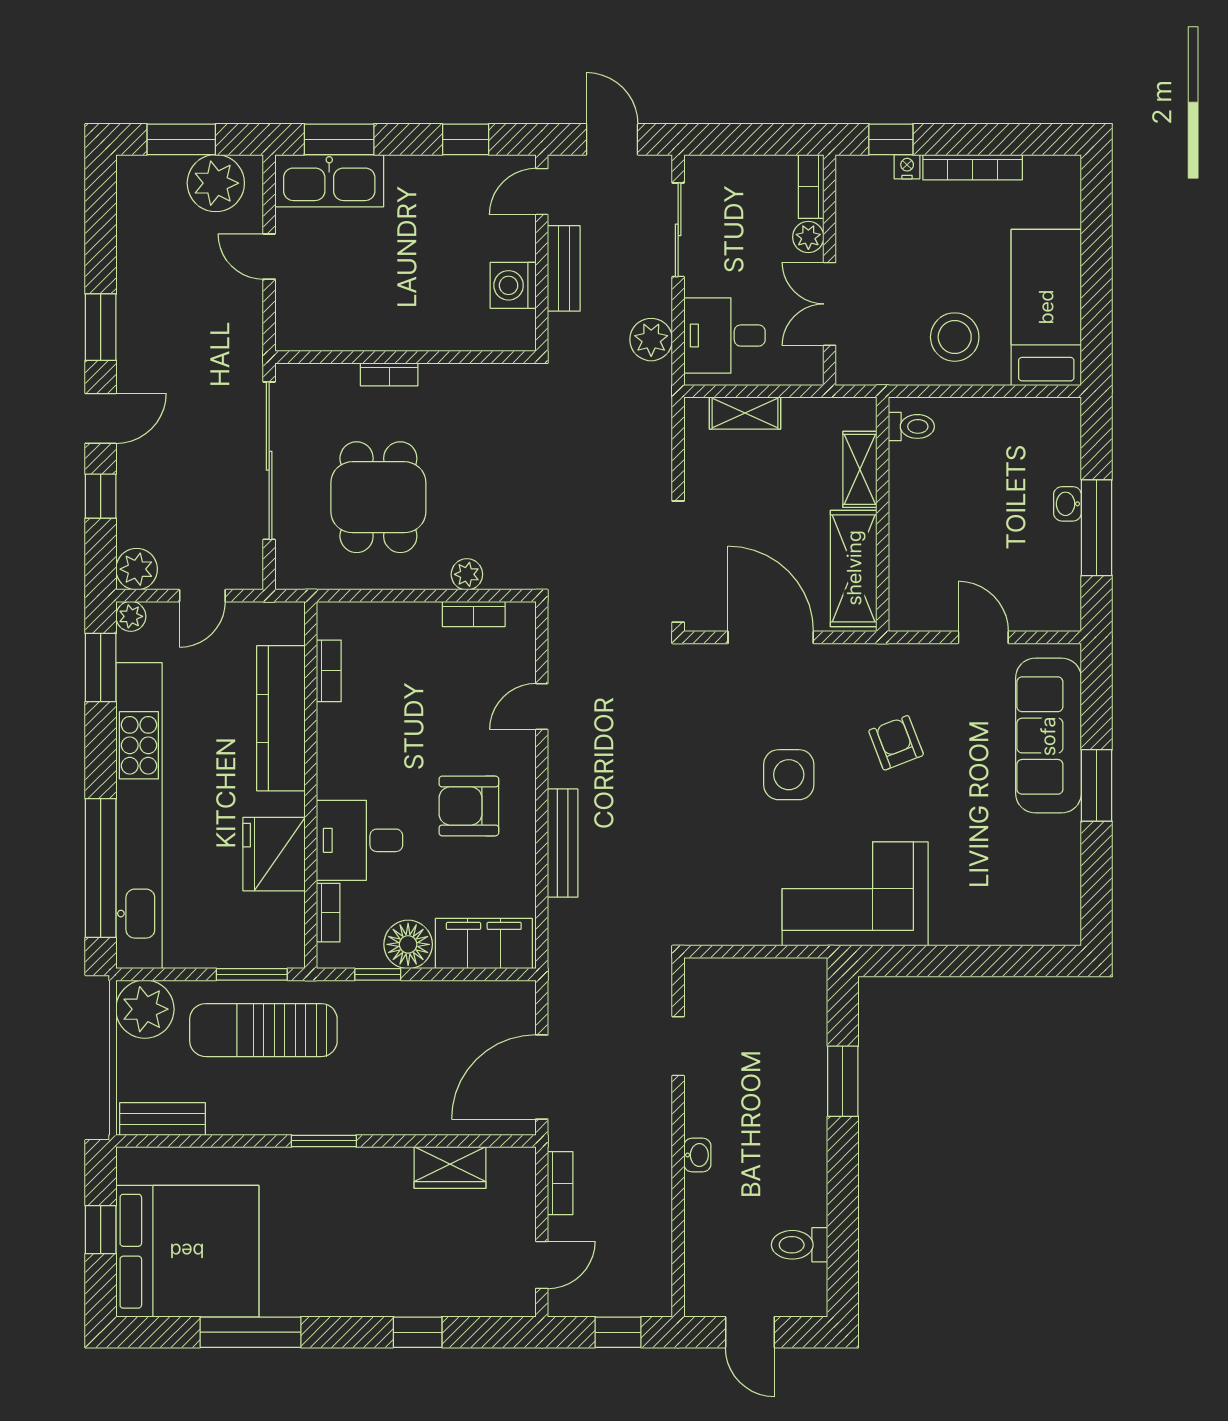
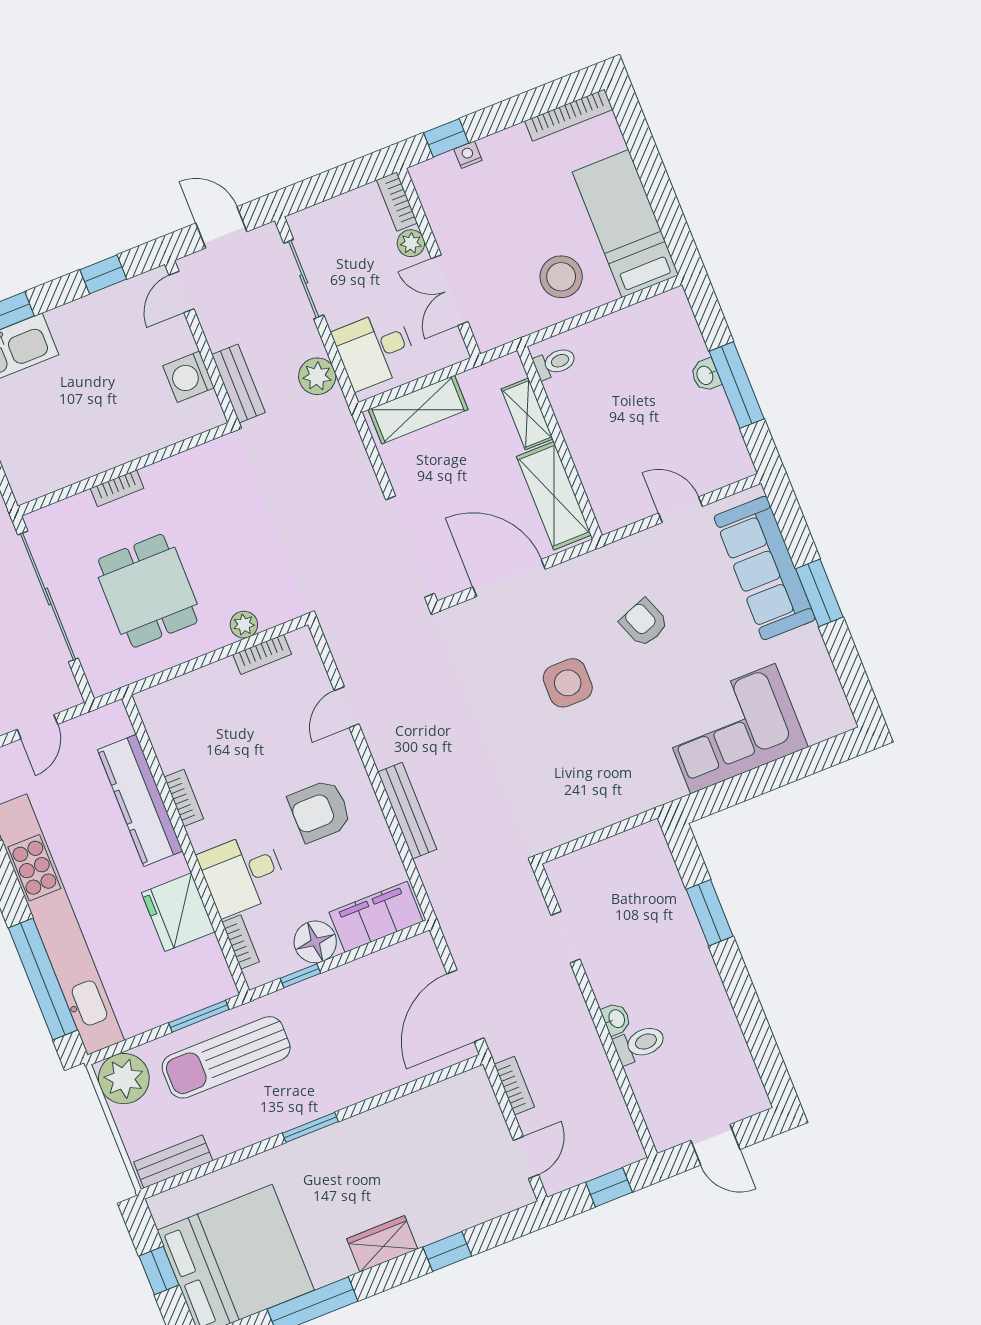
bookcase: (973, 167) -> (569, 115), moved
bench: (564, 268) -> (238, 384), moved
shelving: (745, 413) -> (418, 410), width x1.50, depth x1.33
bookcase: (329, 671) -> (184, 798), moved
corner sofa: (855, 894) -> (733, 728), moved
wardrobe: (450, 1167) -> (382, 1244), moved, turned 180
toilet: (800, 1245) -> (640, 1044), moved, turned 180

